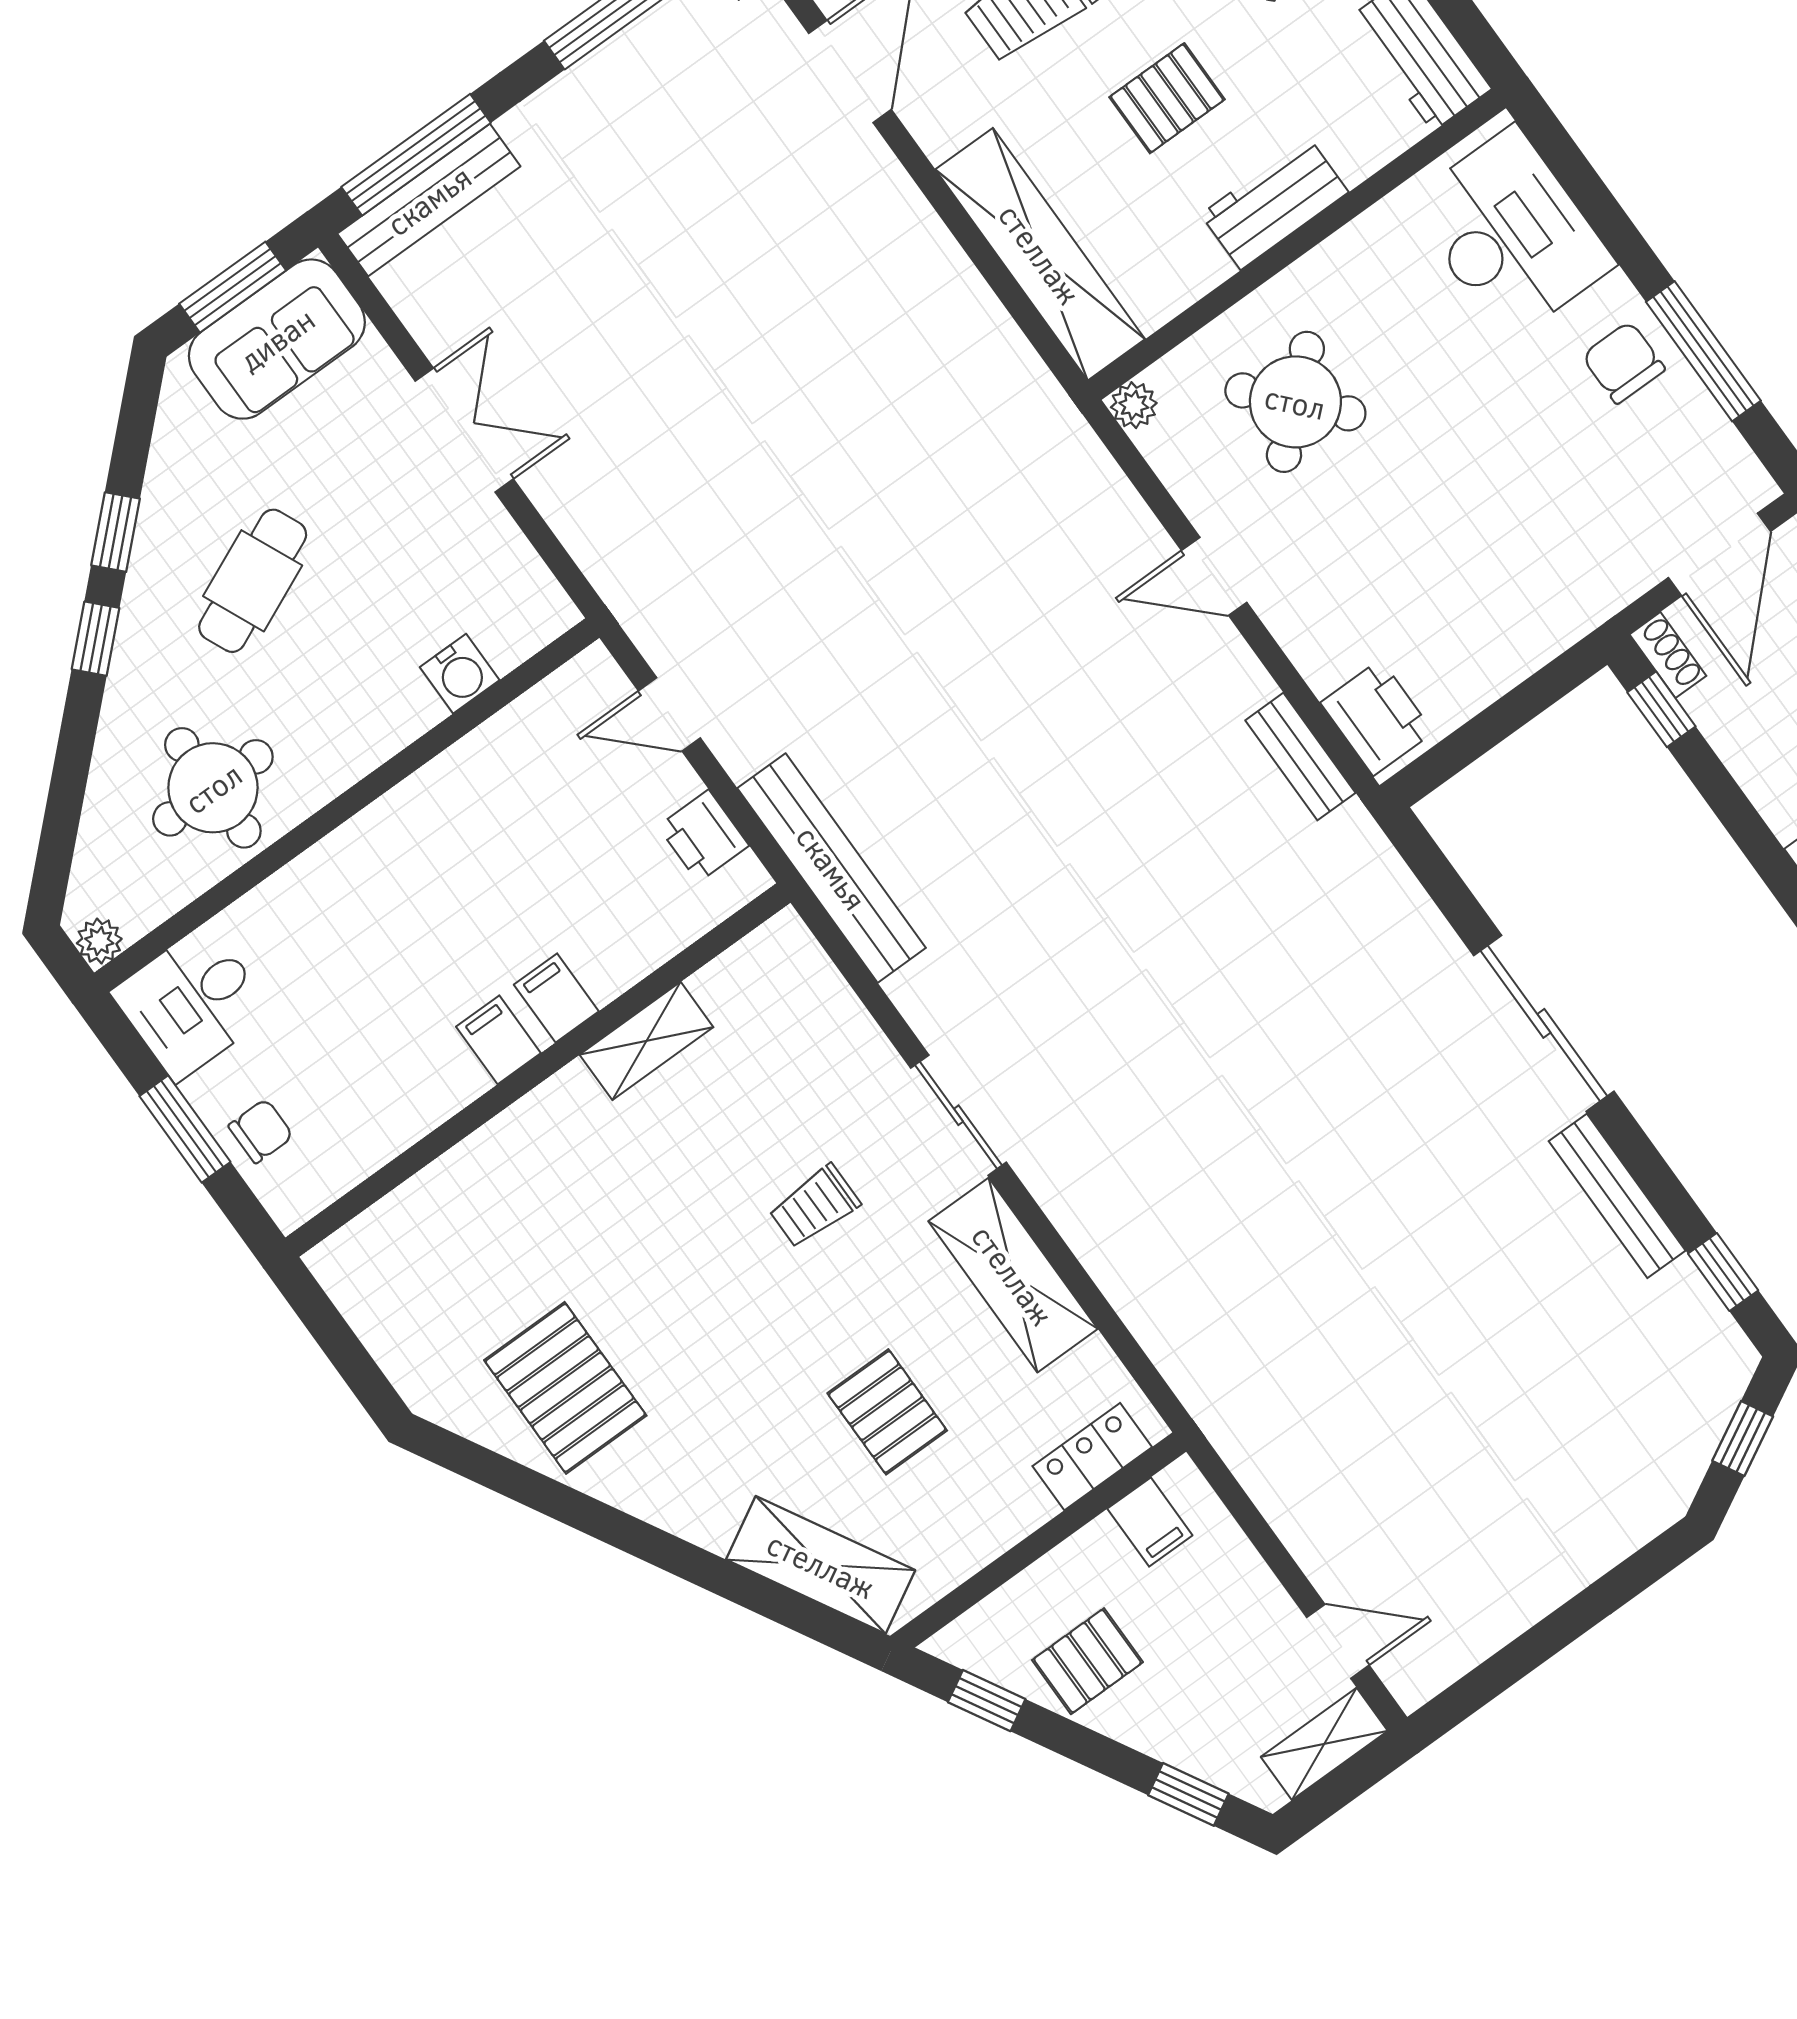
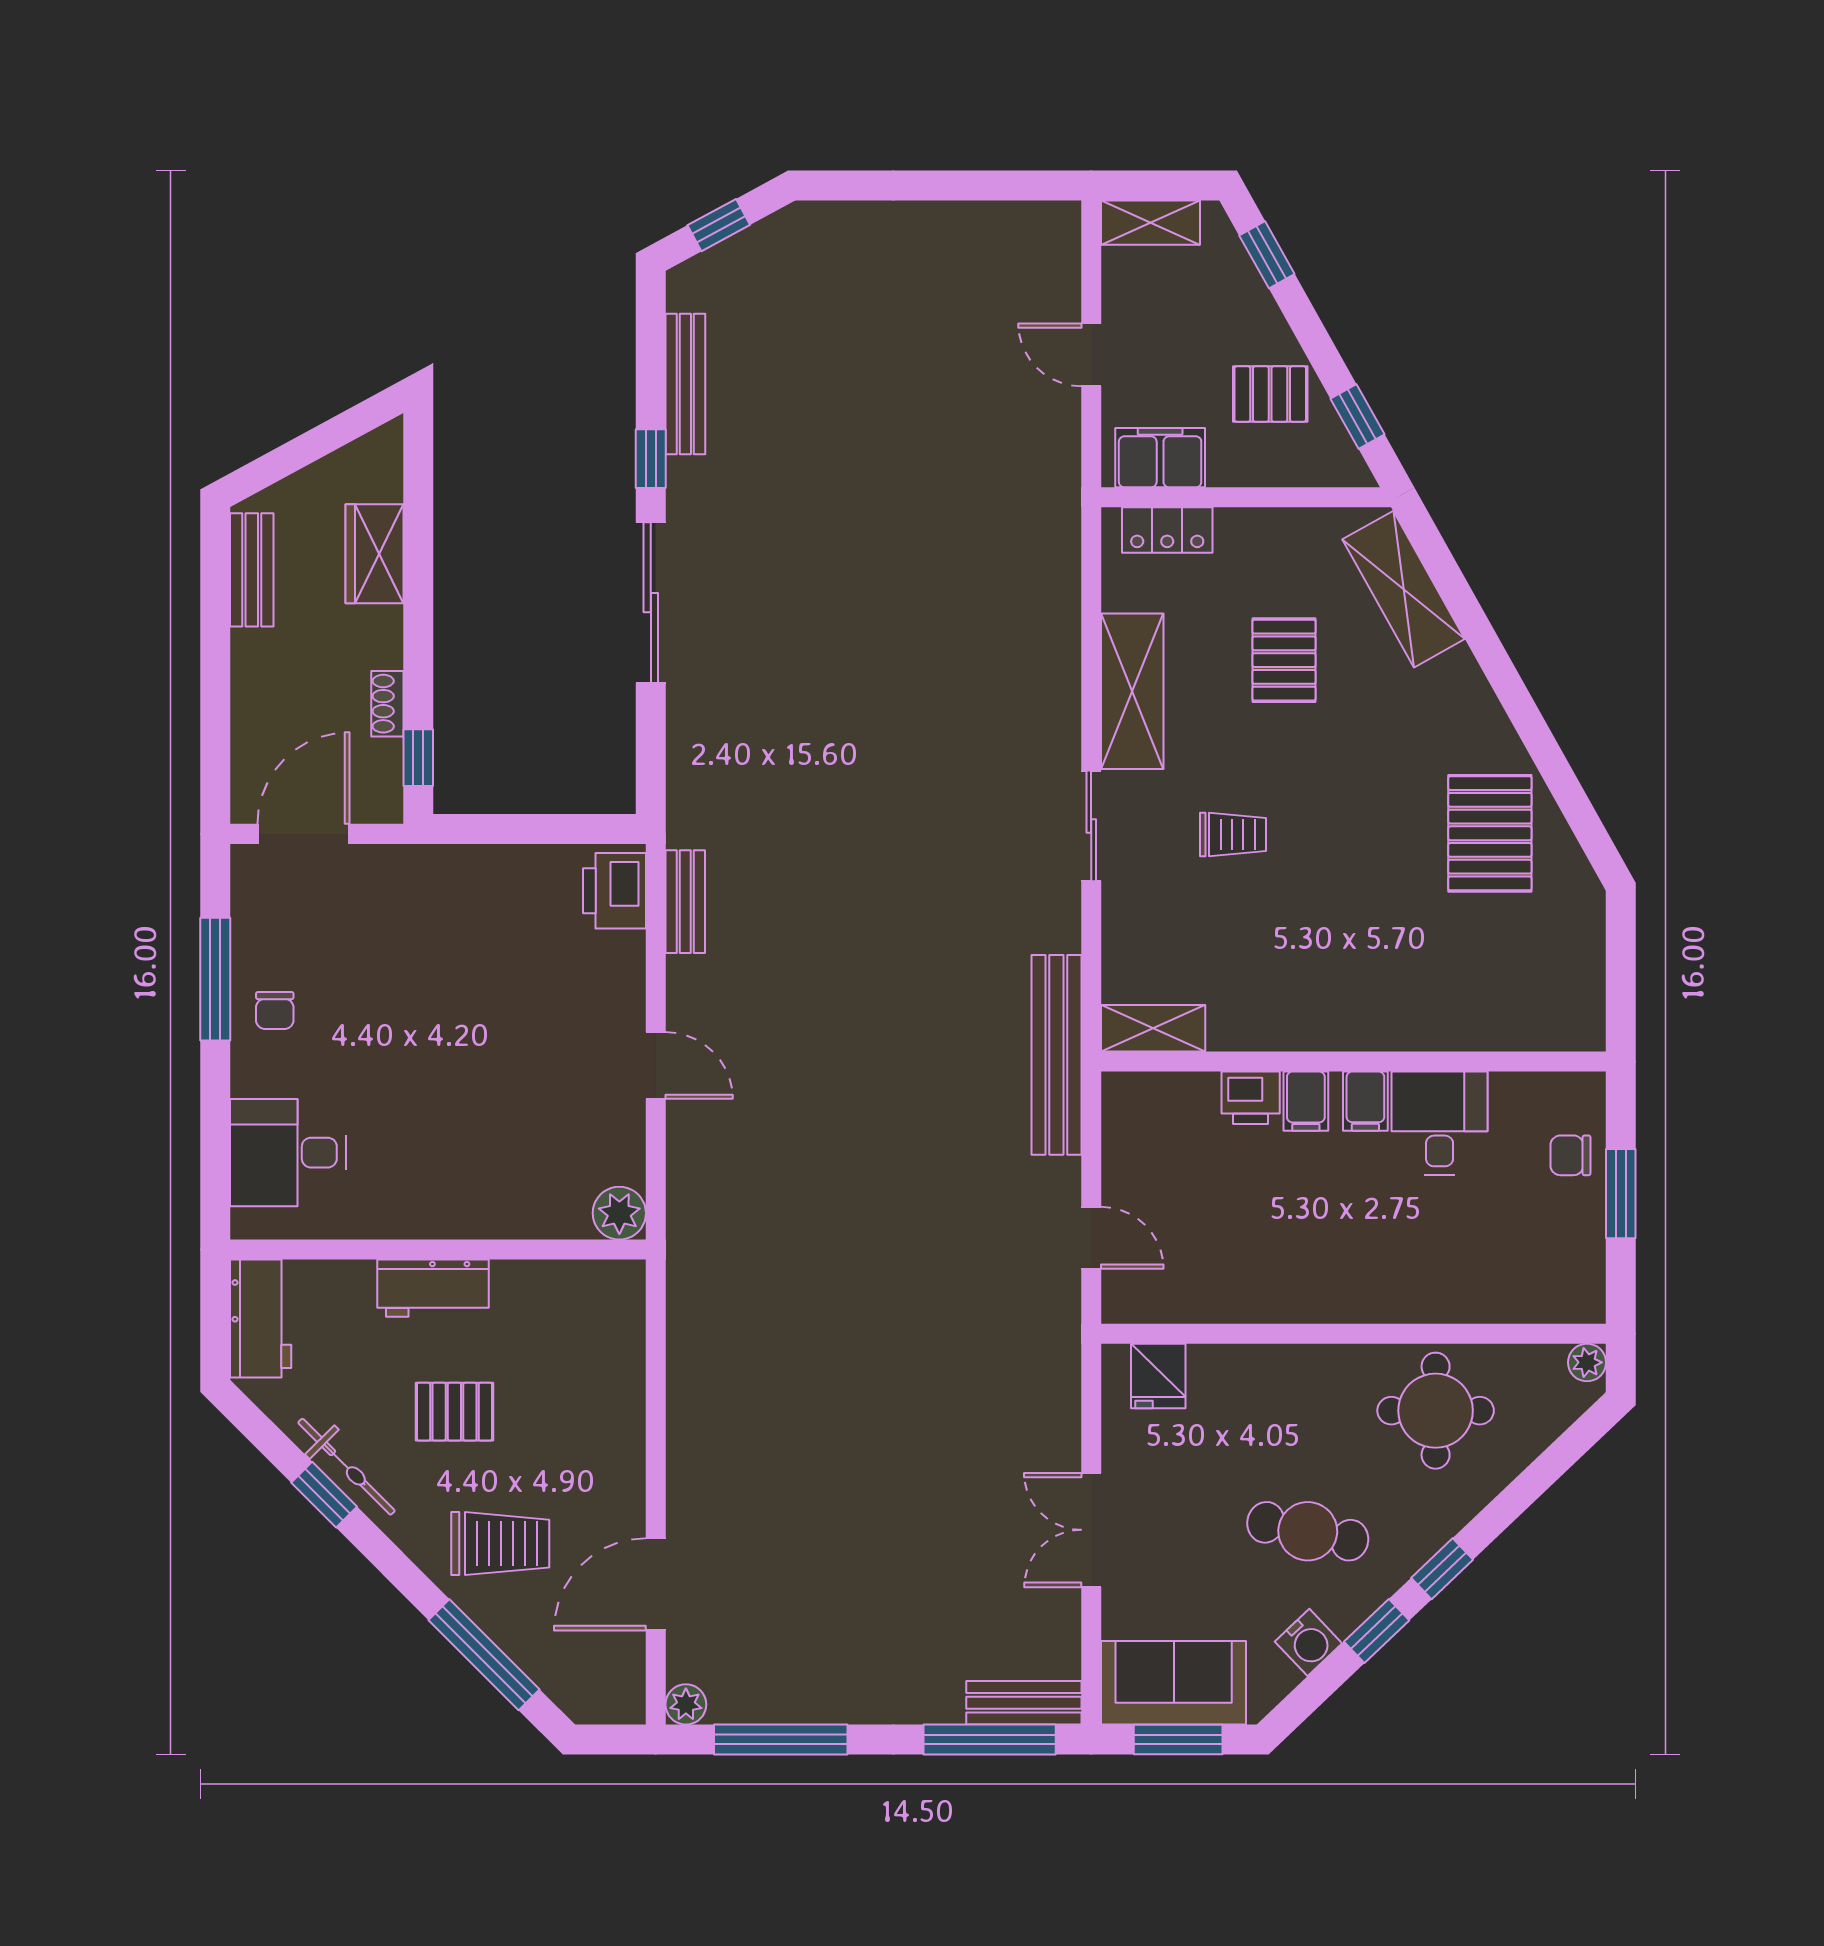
bench: (429, 200) -> (1024, 1703), width x0.73
desk: (1511, 234) -> (288, 1153), width x0.73
shelving: (1040, 254) -> (616, 1368), removed
chair: (1623, 363) -> (275, 1010), width x0.73, depth x0.73
round table: (1295, 402) -> (516, 1144), removed
plant: (1134, 405) -> (619, 1213), width x1.38, depth x1.38
cafe table: (253, 581) -> (1308, 1531), turned 36
fridge: (507, 627) -> (1158, 1376), added
shoe rack: (1668, 655) -> (387, 704), moved
water cooler: (460, 674) -> (1308, 1642), moved, turned 136
printer: (703, 836) -> (1251, 1098), moved, turned 90
desk: (192, 1002) -> (1440, 1123), moved, turned -90
shelving: (646, 1041) -> (1153, 1028), moved
bench: (1617, 1196) -> (685, 384), moved
window: (1723, 1272) -> (651, 459), moved
filing cabinet: (1150, 1522) -> (1160, 458), width x2.00
door: (1338, 1641) -> (1091, 355), moved

